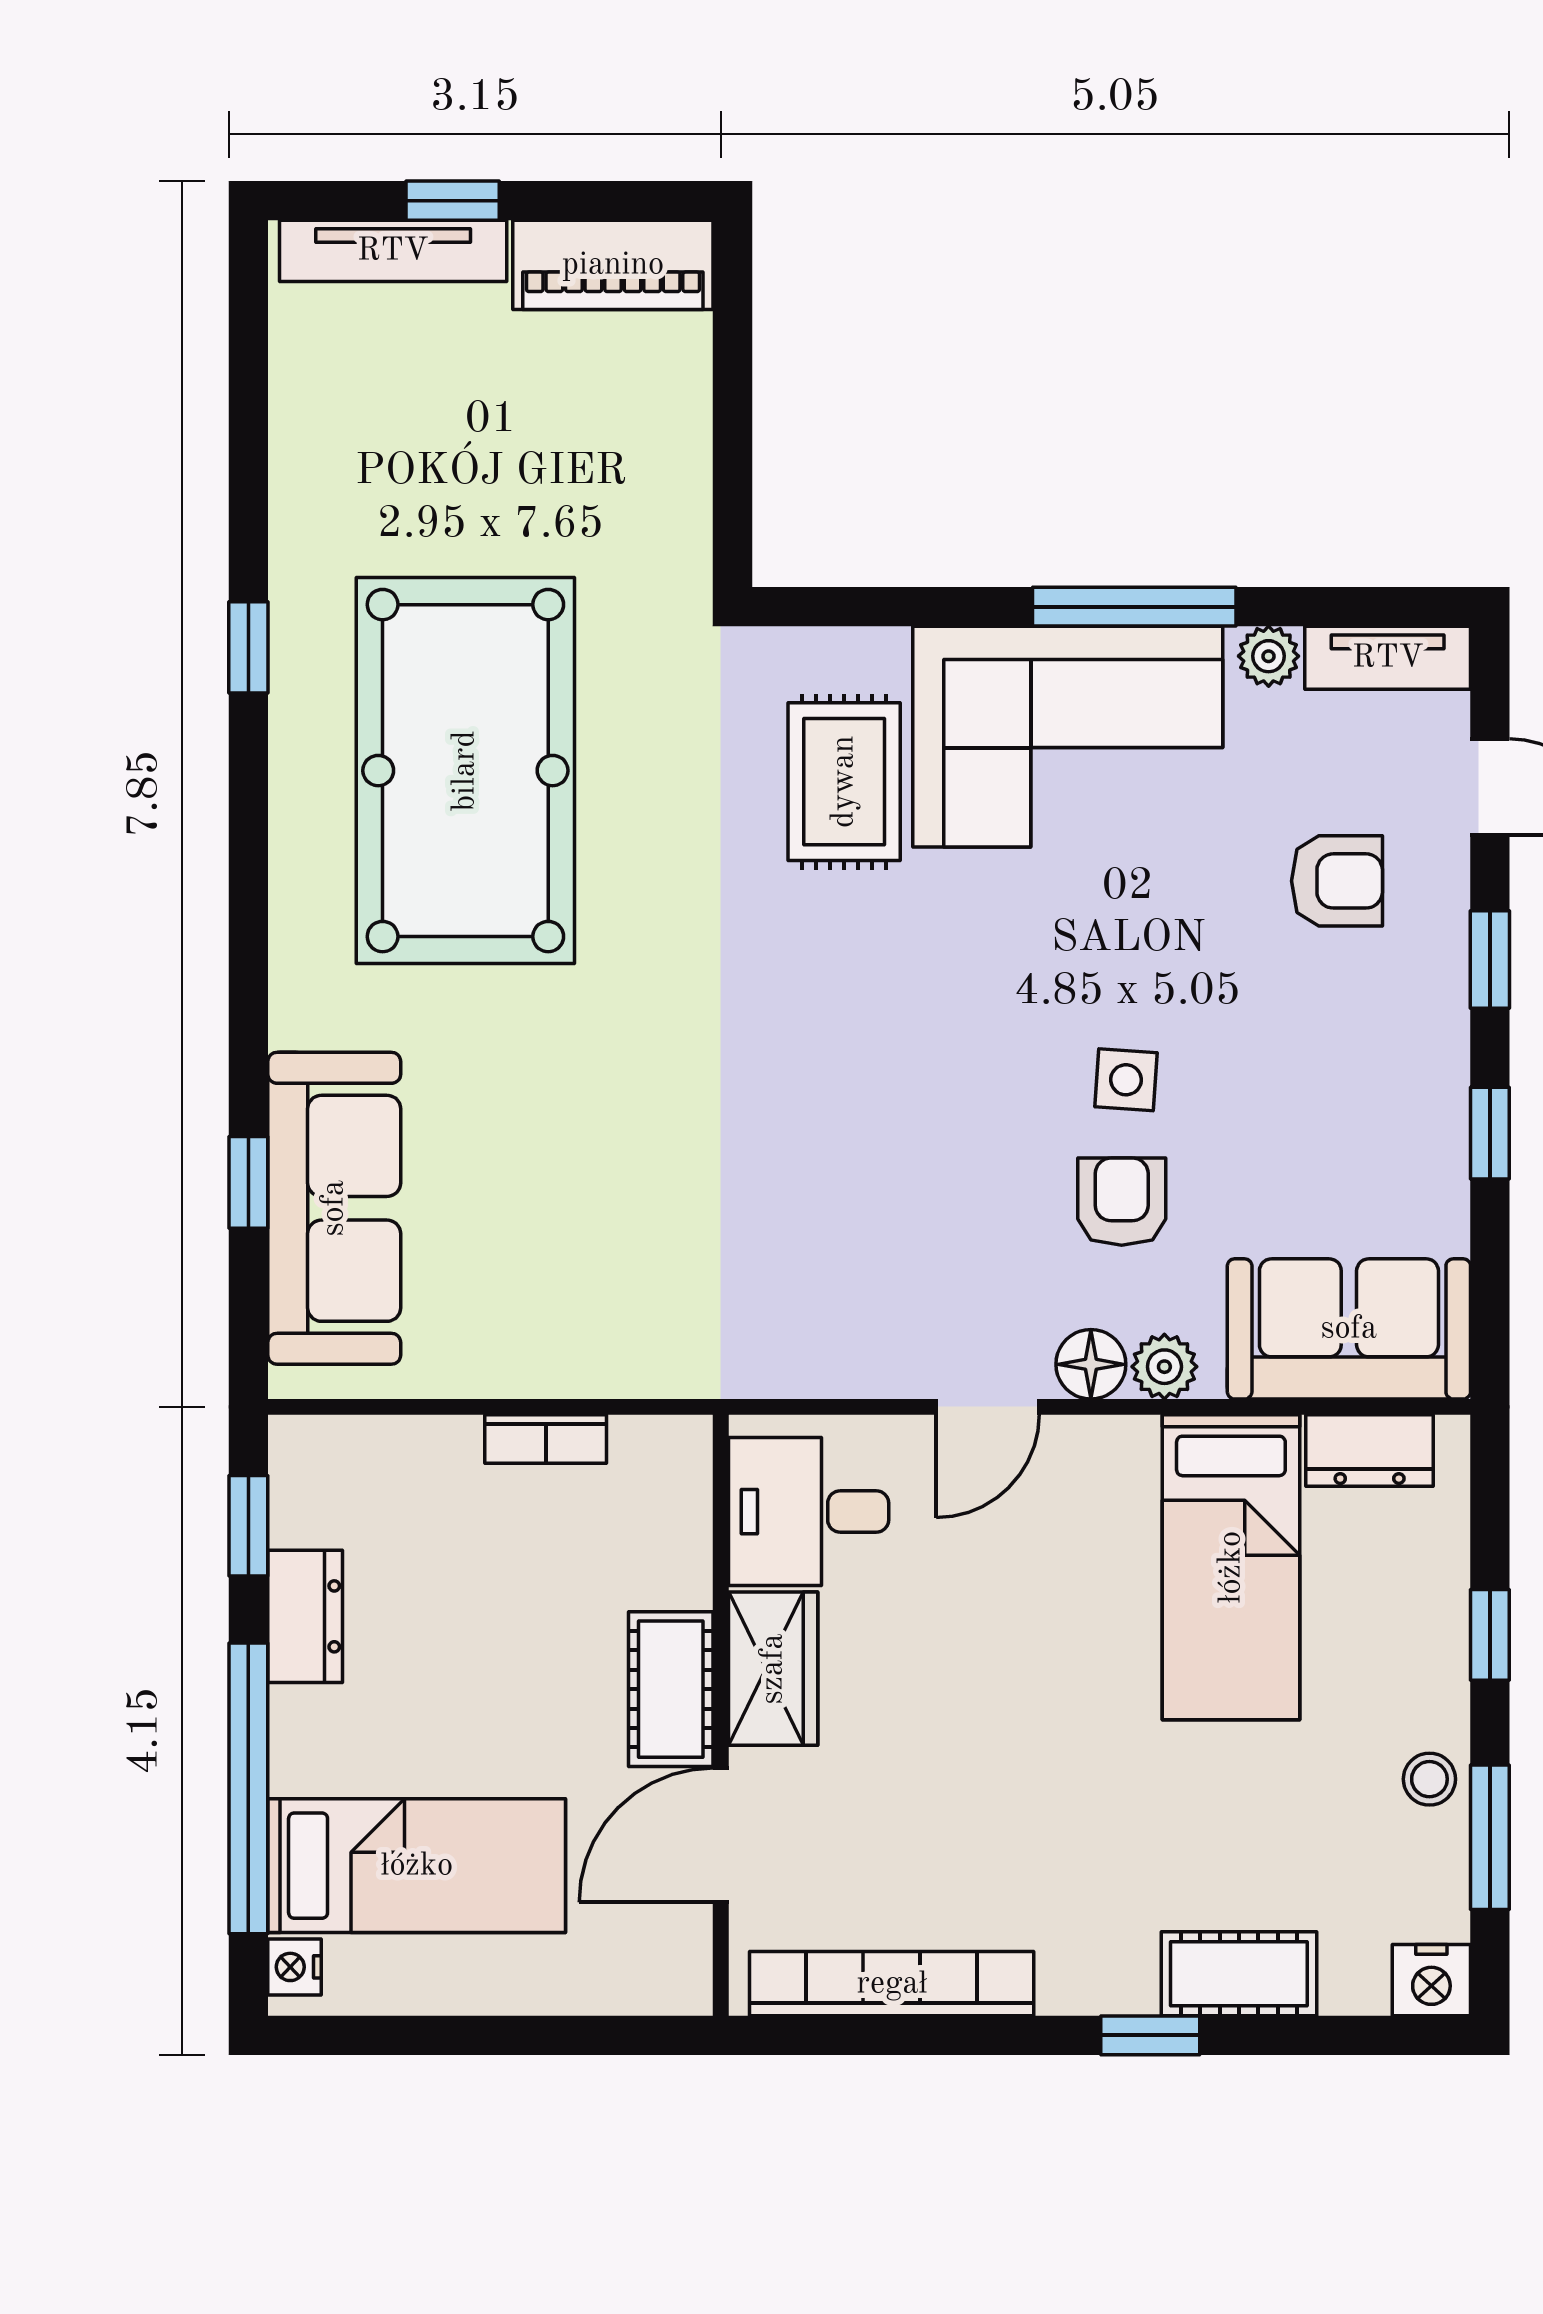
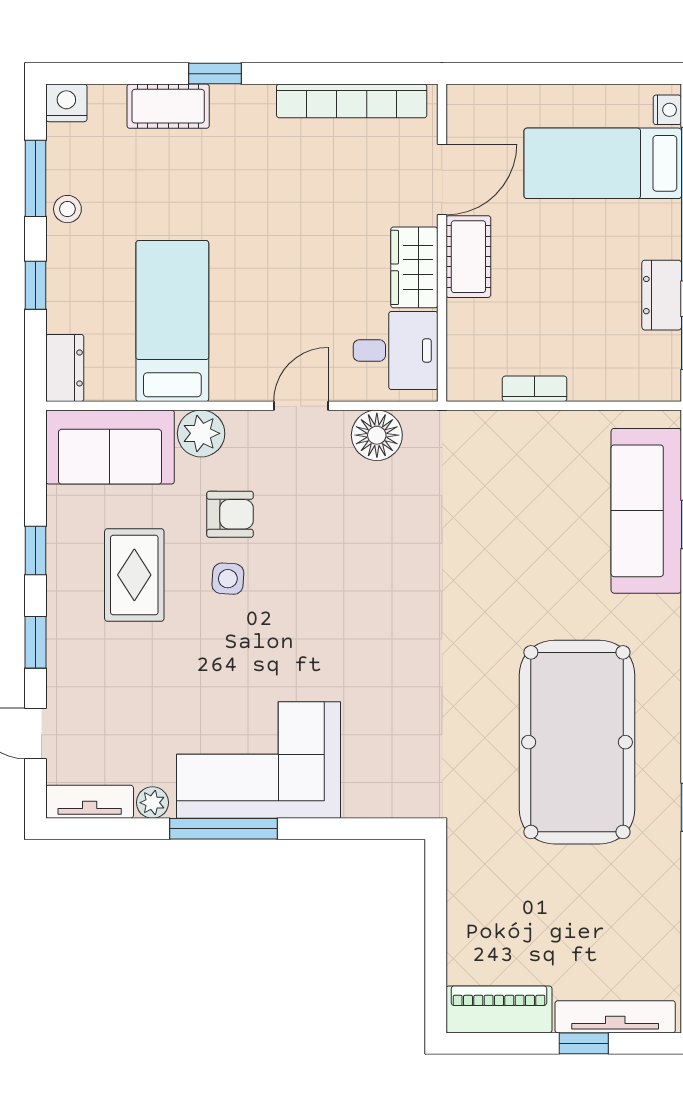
rug: (844, 782) -> (134, 575), moved
armchair: (1337, 881) -> (116, 684), removed
armchair: (1122, 1202) -> (230, 514), turned -90
floor lamp: (1091, 1364) -> (377, 435), moved, width x1.38, depth x1.38
plant: (1164, 1367) -> (201, 433), width x1.38, depth x1.38
dresser: (1370, 1451) -> (65, 368), moved, turned 90

